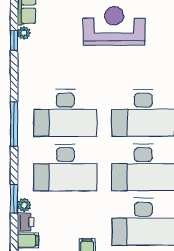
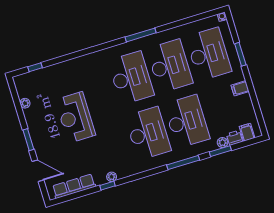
plant: (24, 33) -> (112, 177), moved
window: (14, 124) -> (183, 163), moved

